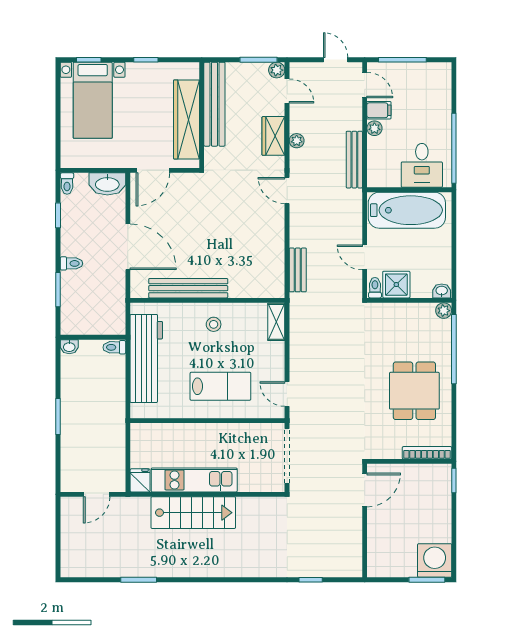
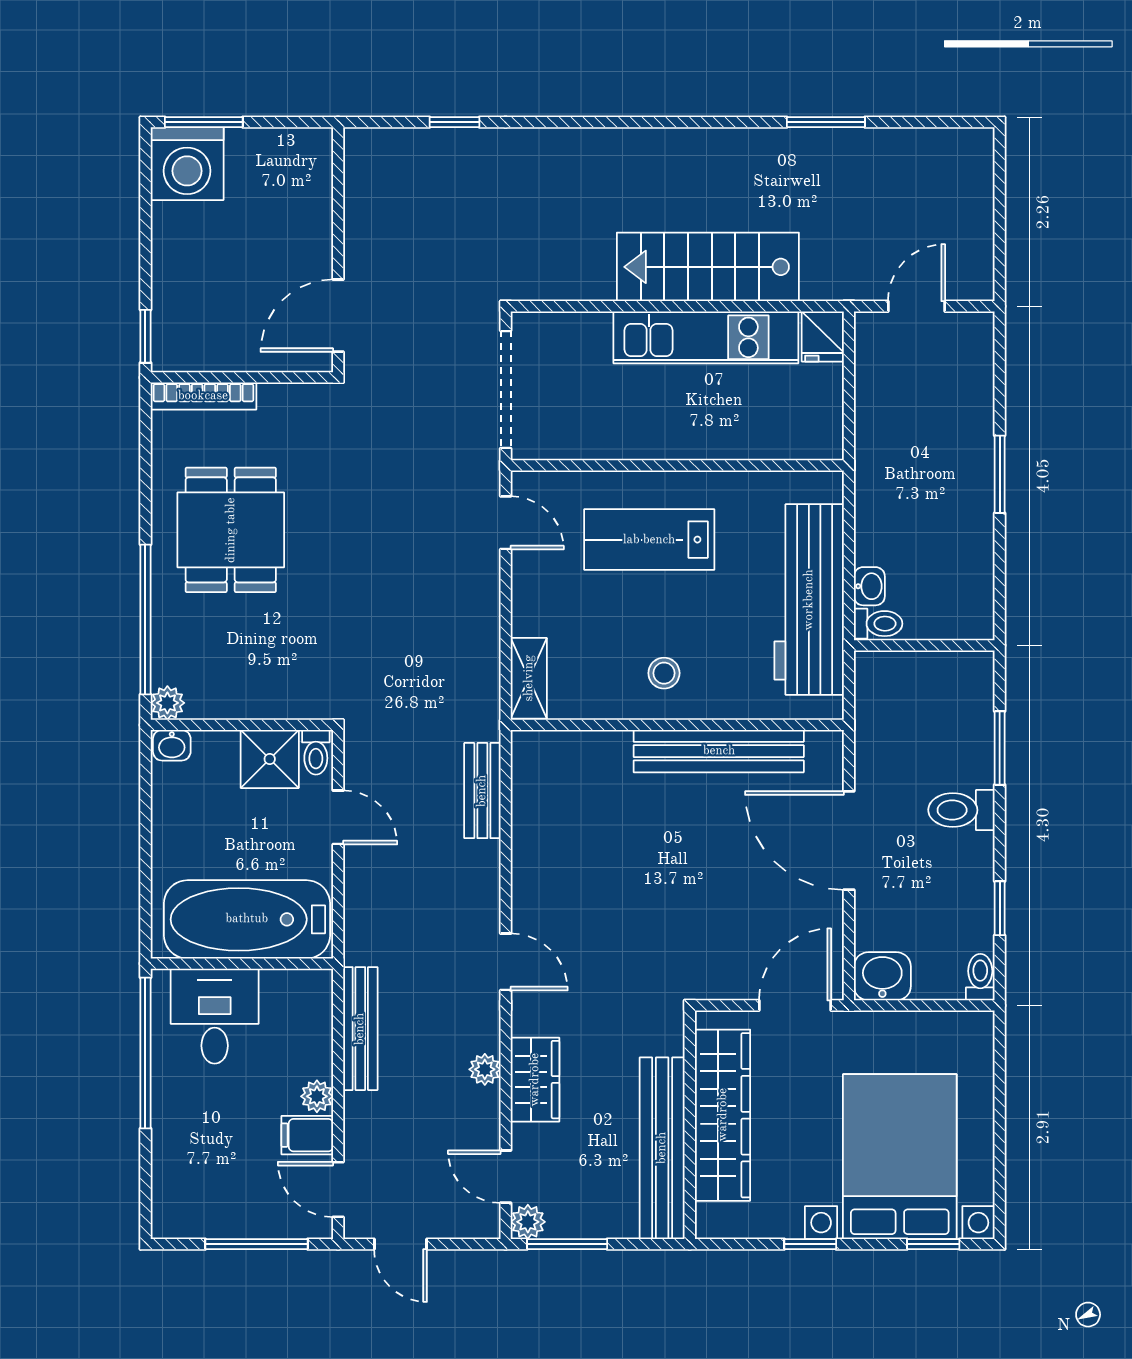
bed with nightstands: (93, 100) -> (900, 1157), width x1.36
washbasin: (107, 184) -> (882, 976), width x0.72
toilet: (71, 263) -> (961, 810), width x1.37, depth x1.39
washbasin: (69, 347) -> (869, 586), moved, turned 90

